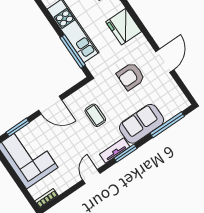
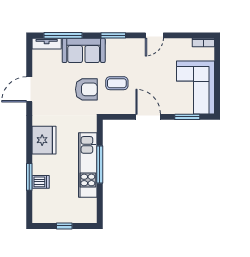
window: (73, 51) -> (100, 164), moved
armchair: (131, 76) -> (86, 89), moved
coffee table: (95, 115) -> (117, 83), turned 90
tv unit: (115, 150) -> (47, 44), moved

